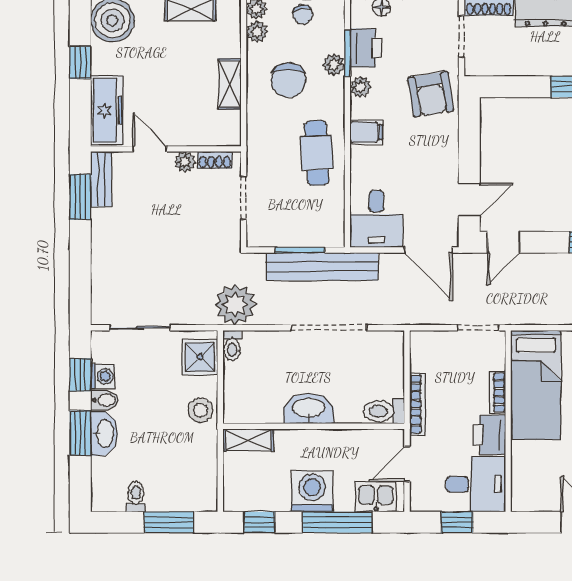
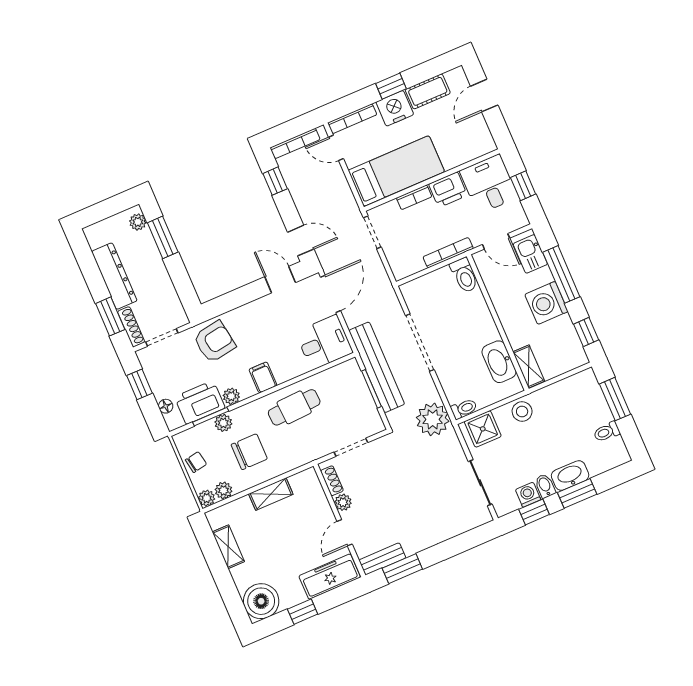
printer: (366, 48) -> (200, 402), width x1.37, depth x1.19
washbasin: (309, 409) -> (499, 362), moved

